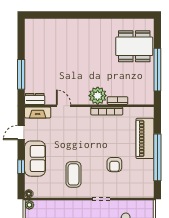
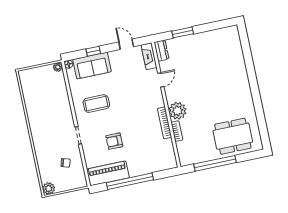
dining table: (134, 46) -> (233, 136), turned 90
window: (21, 74) -> (183, 32), width x0.69
piano: (145, 138) -> (108, 173), moved
sofa: (35, 159) -> (92, 66), moved

